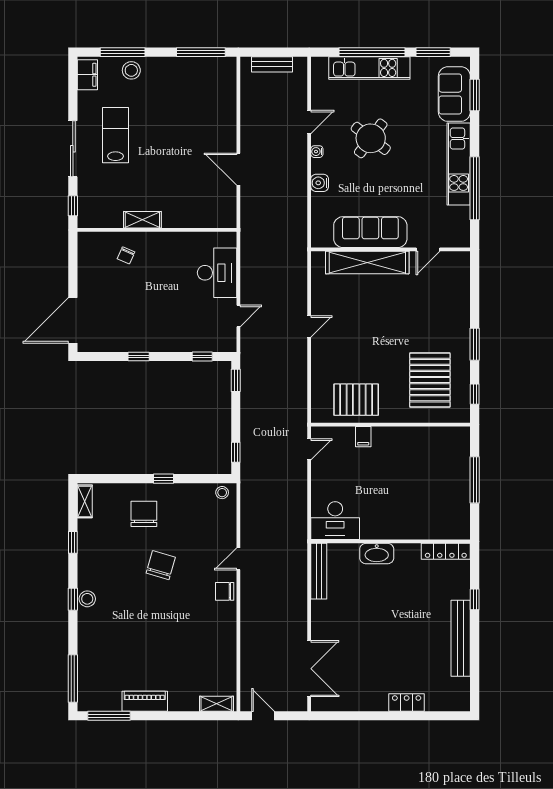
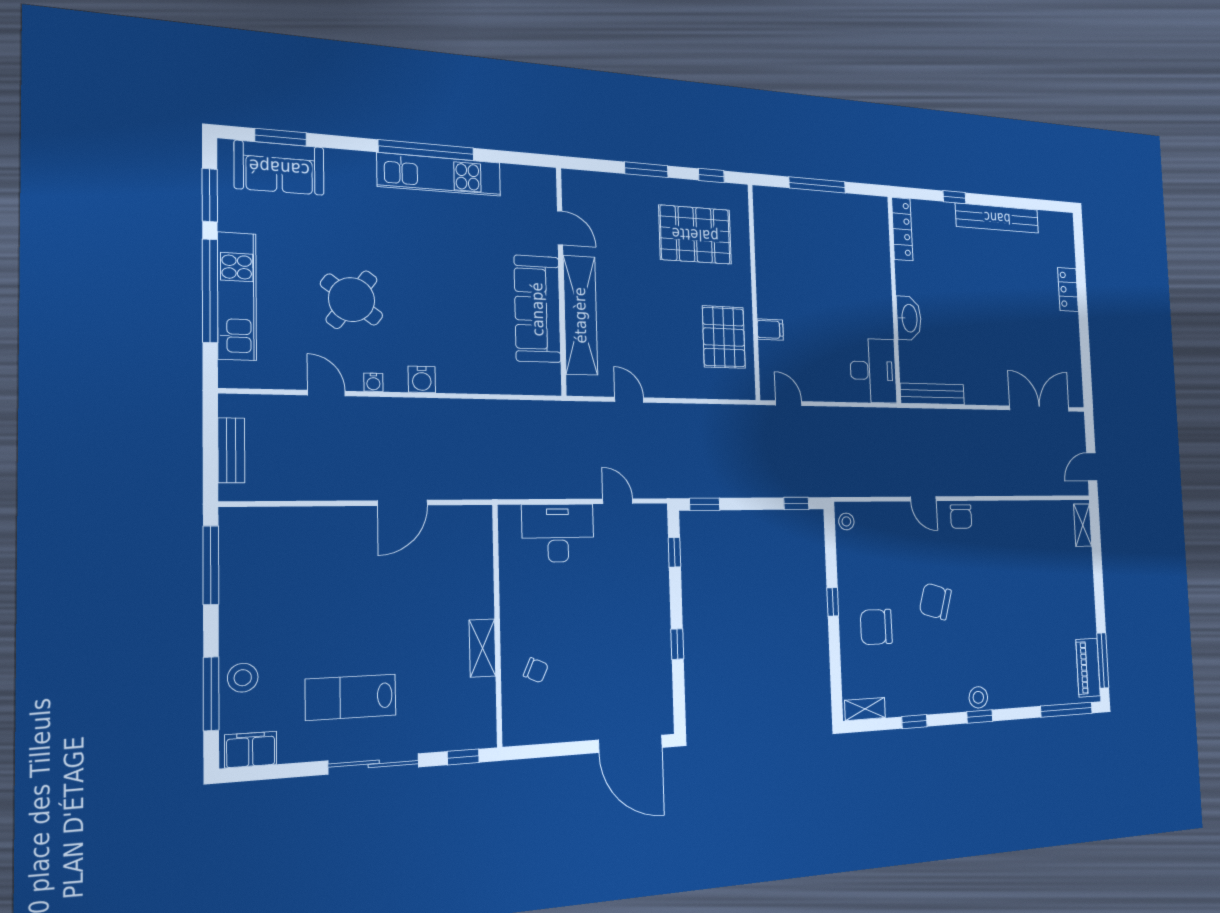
kitchen unit: (459, 164) -> (439, 175), moved
sofa: (370, 232) -> (537, 309), moved
wall: (391, 249) -> (561, 281), moved
door: (428, 249) -> (560, 228), moved
shelving: (367, 263) -> (580, 315), moved
piano: (145, 701) -> (1088, 668), moved

